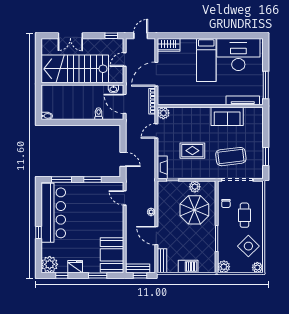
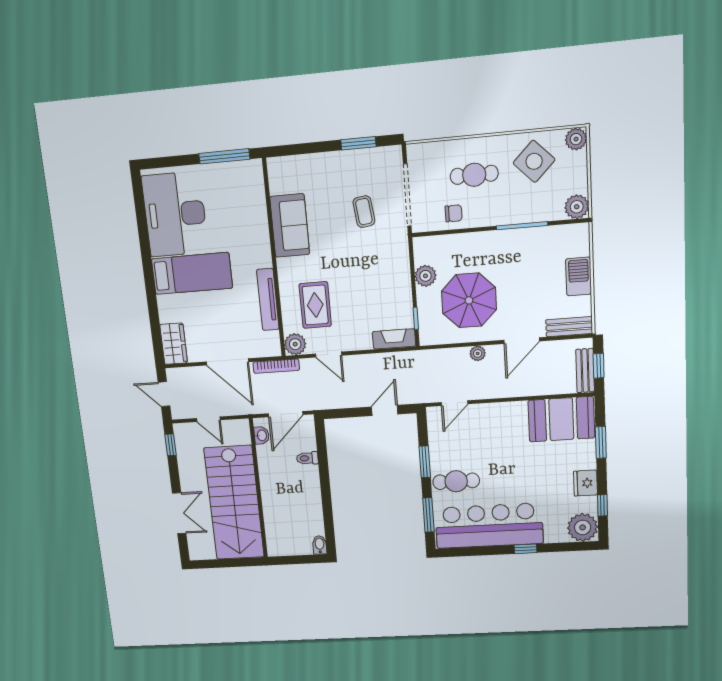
tv unit: (243, 100) -> (268, 300), moved
rug: (192, 151) -> (315, 305), moved
coffee table: (231, 157) -> (364, 212), width x0.54, depth x0.58
cafe table: (80, 196) -> (456, 481), added
parasol: (194, 210) -> (469, 300), moved

